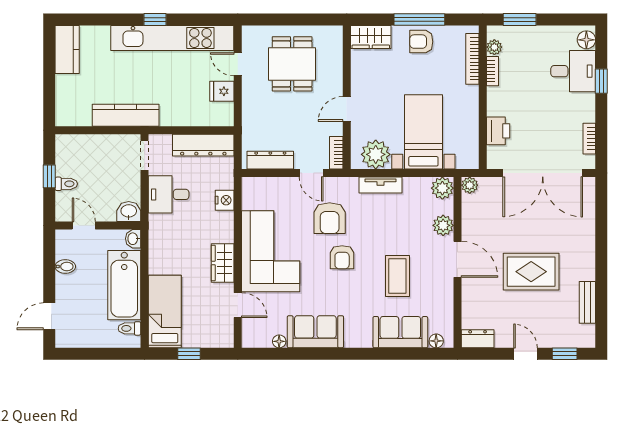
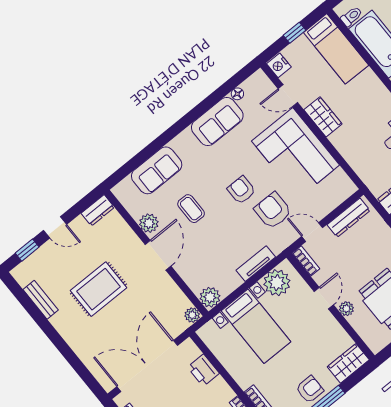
plant: (335, 85) -> (346, 309), added
nightstand: (225, 200) -> (279, 65), moved
plant: (443, 225) -> (149, 223), moved
door: (457, 259) -> (158, 255), swing flipped
coffee table: (397, 276) -> (191, 209), width x0.73, depth x0.77
floor lamp: (436, 341) -> (126, 185), removed

